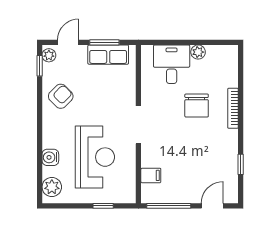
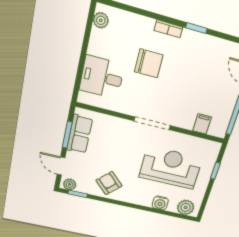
plant: (198, 52) -> (101, 20), moved
bookcase: (233, 108) -> (168, 29), width x0.64
window: (241, 164) -> (196, 28), moved

